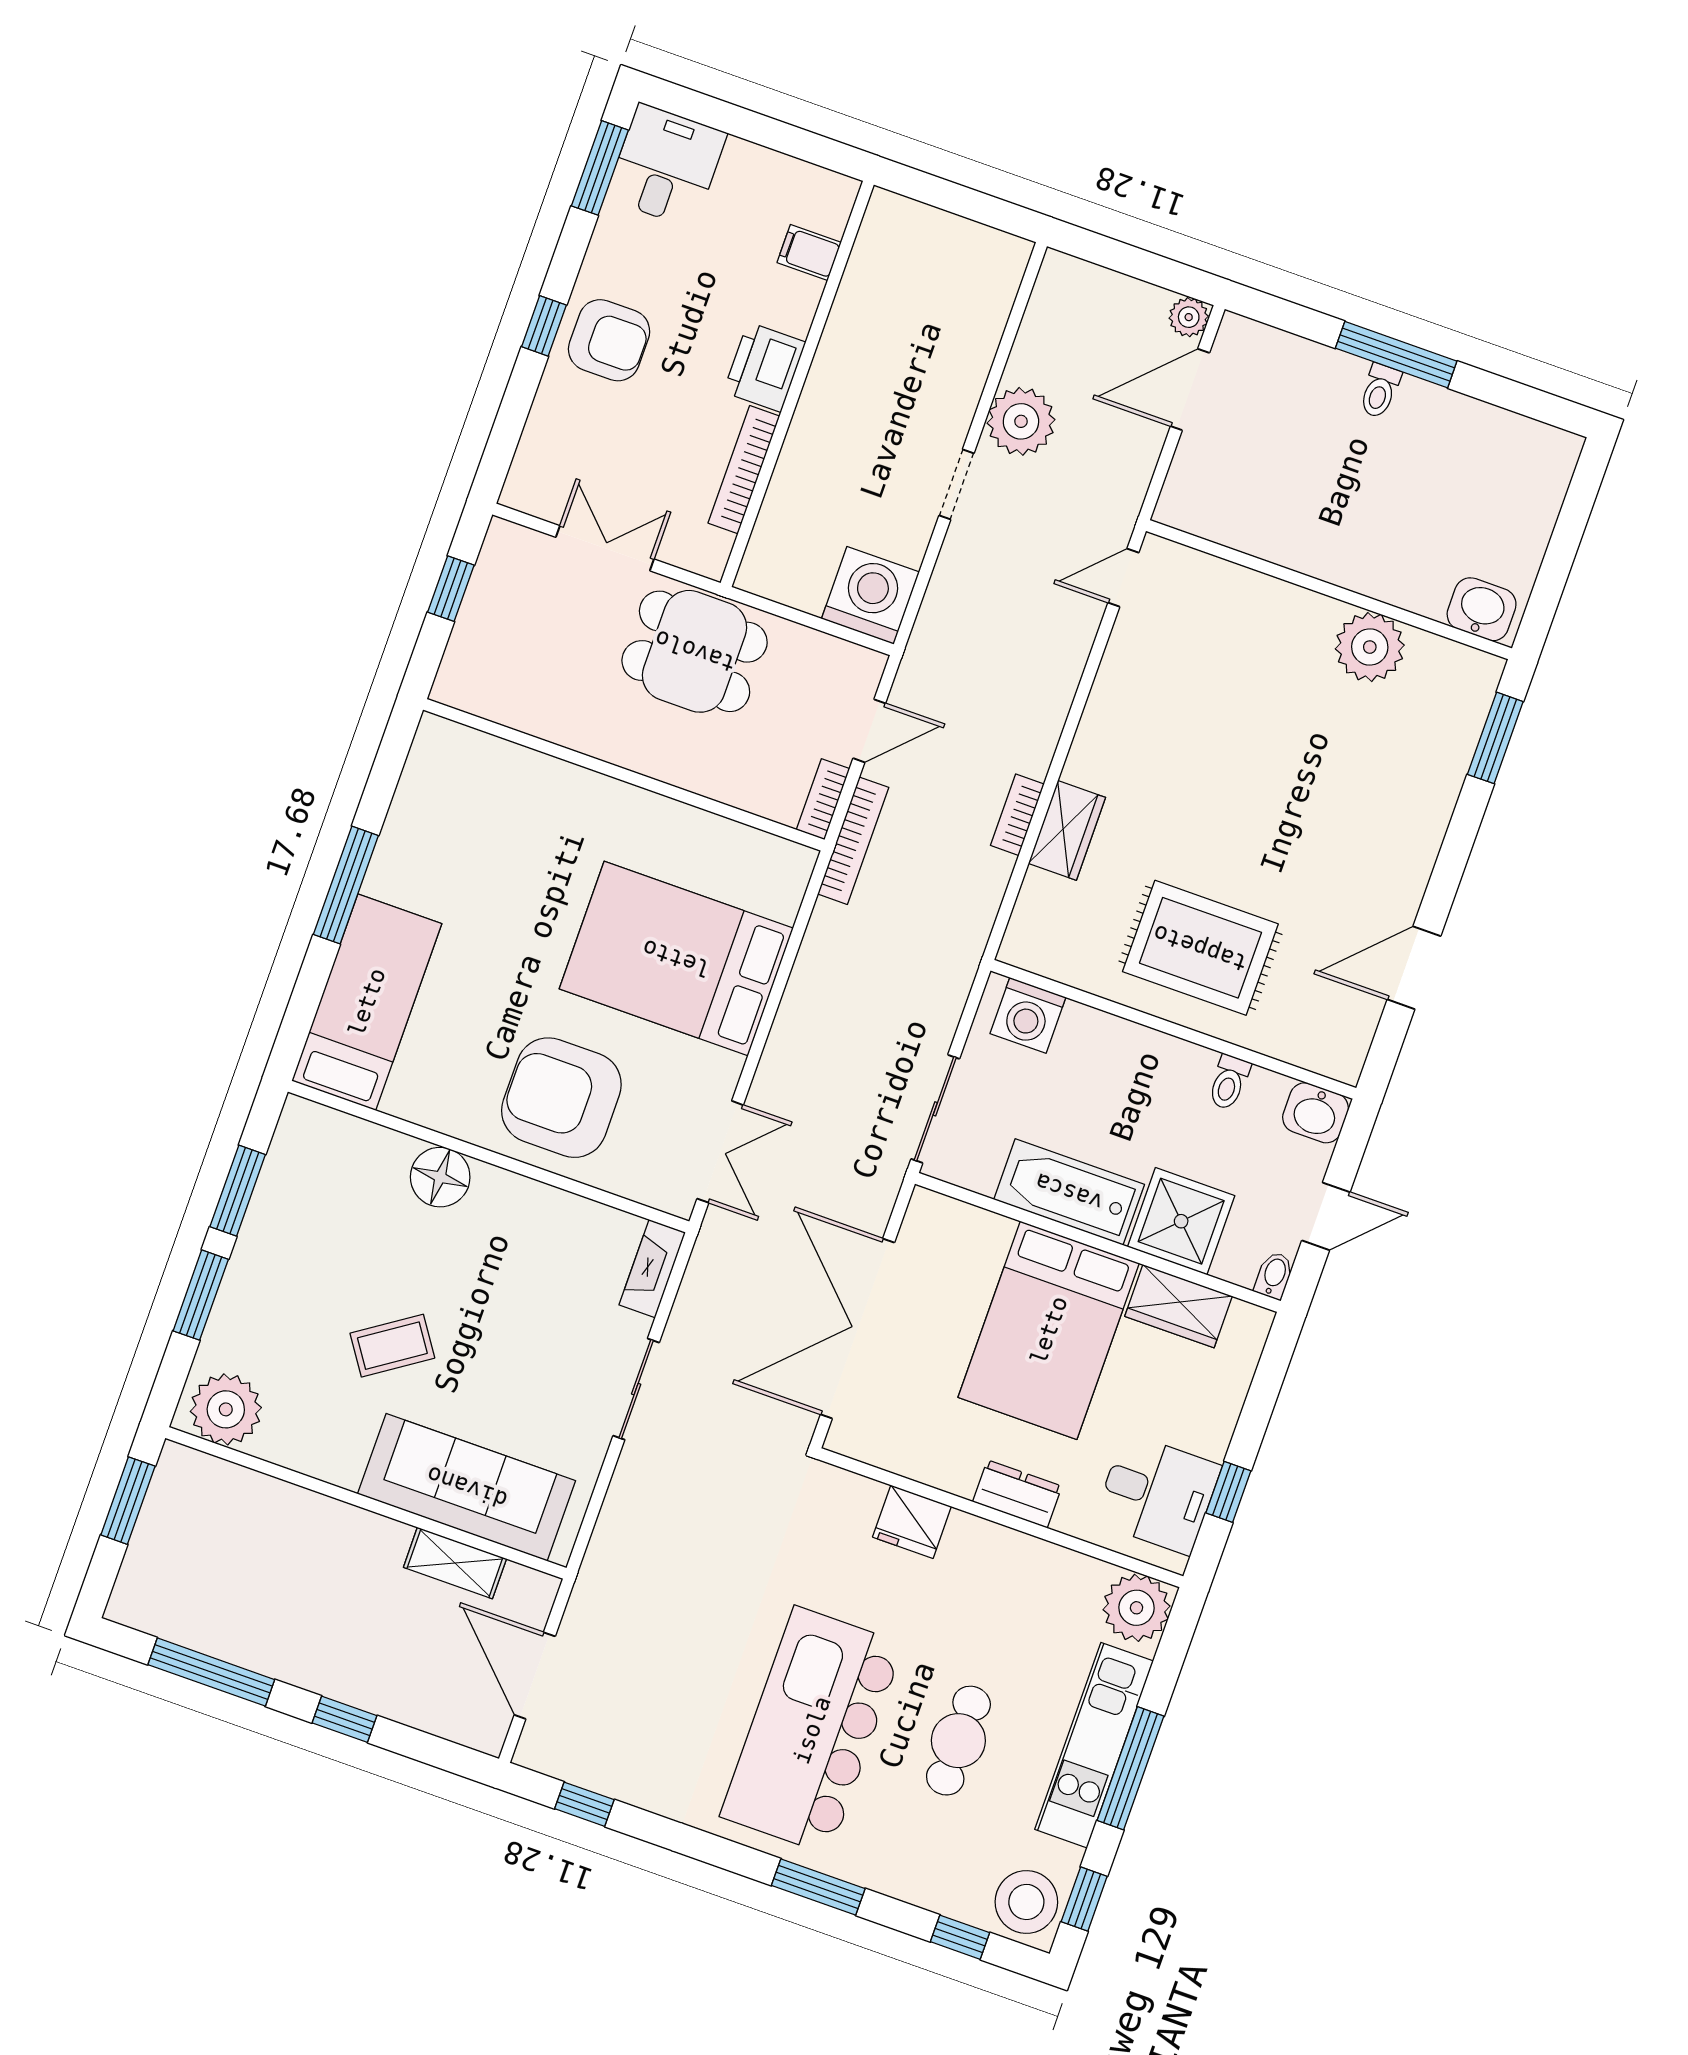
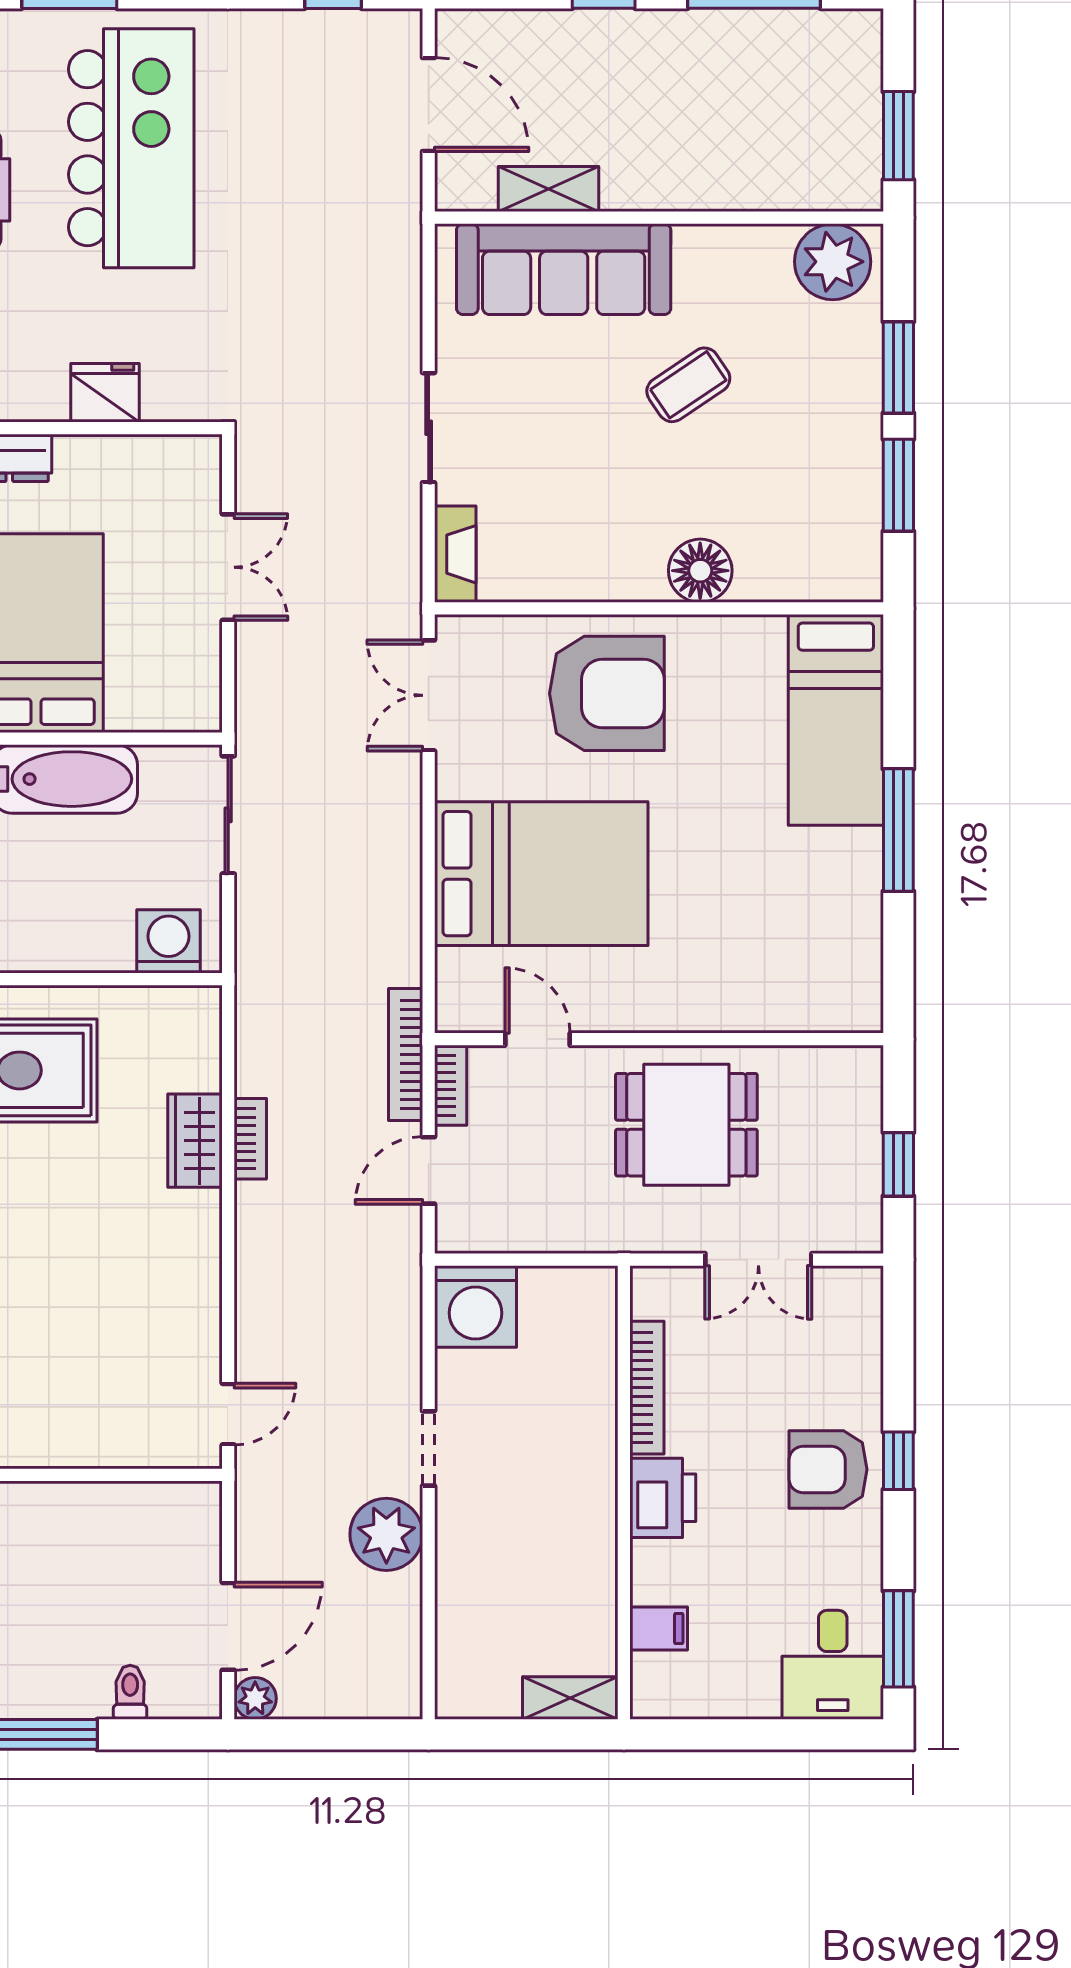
shelving: (909, 219) -> (570, 1698), added
toilet: (1380, 391) -> (130, 1692), moved
dining table: (695, 651) -> (686, 1125), moved
door: (731, 813) -> (538, 1039), added
double door: (858, 1328) -> (228, 567), width x0.54

